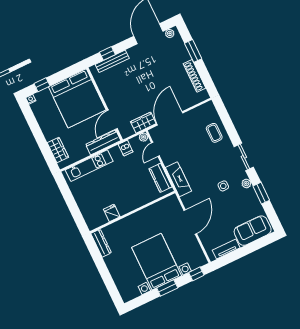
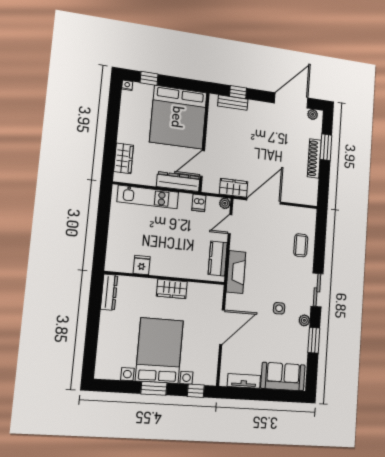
bench: (112, 61) -> (233, 103), width x0.73
shoe rack: (194, 76) -> (314, 158), moved
wardrobe: (141, 217) -> (172, 289), added

